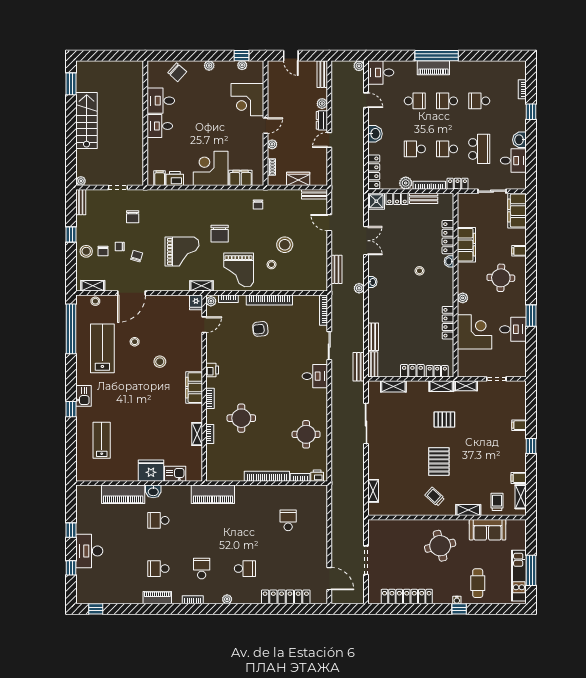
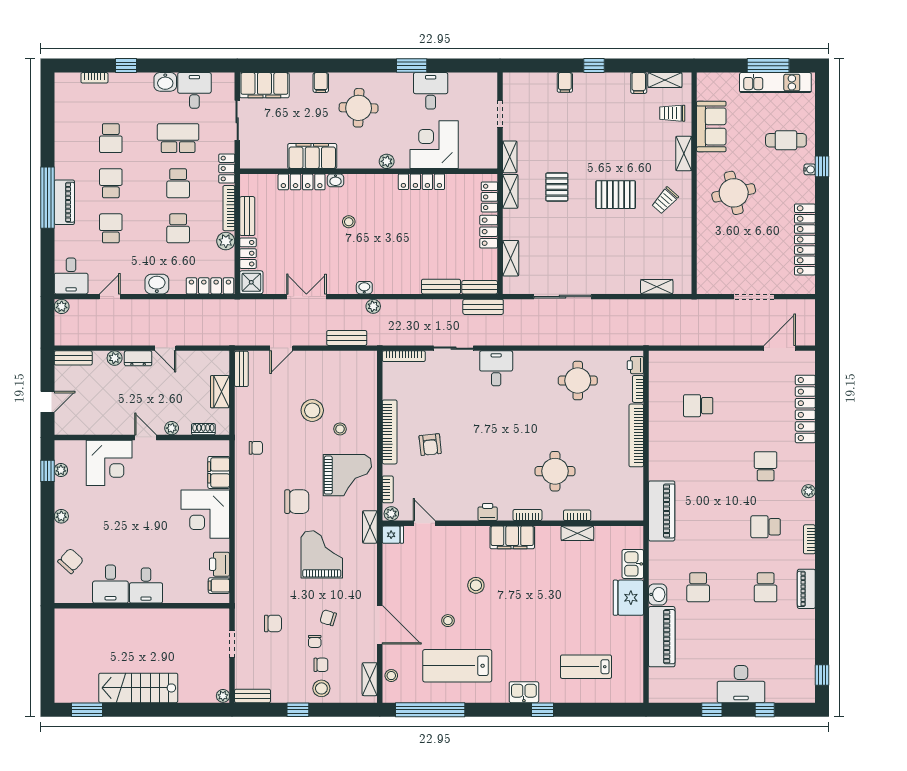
school desk: (447, 101) -> (111, 183), turned 180

